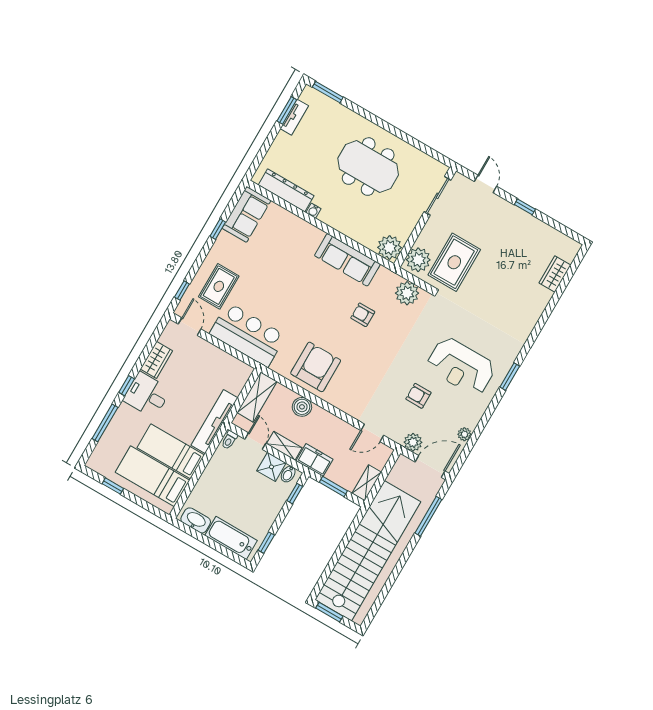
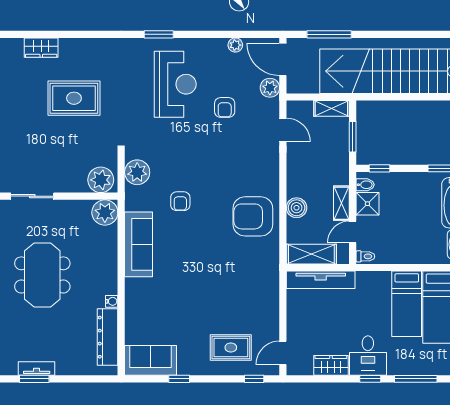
rug: (454, 262) -> (74, 98), moved
bar counter: (248, 335) -> (260, 295), removed
tv unit: (214, 422) -> (321, 280), moved
freezer: (314, 460) -> (338, 168), removed

